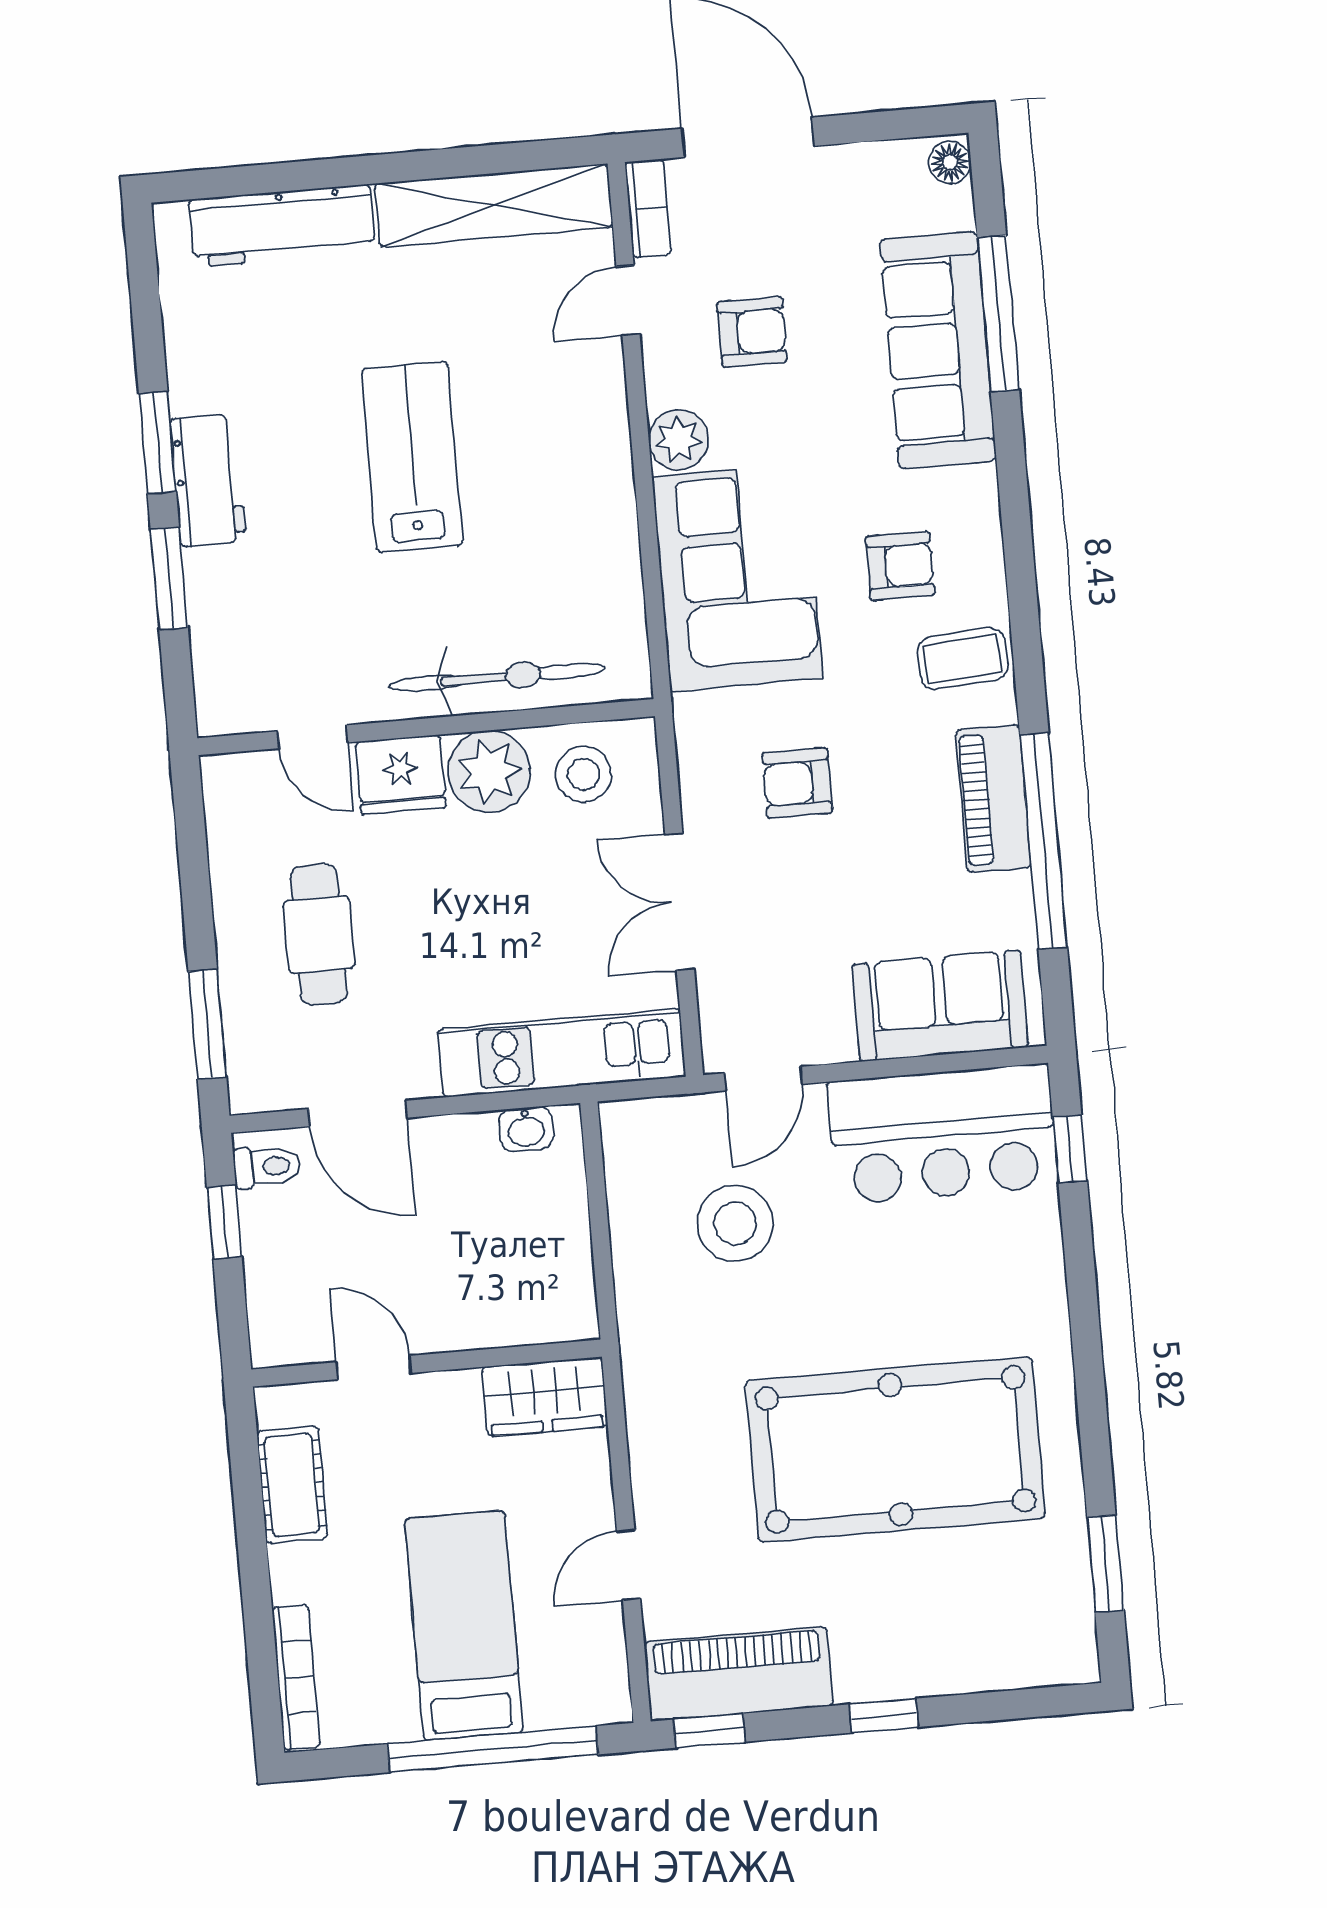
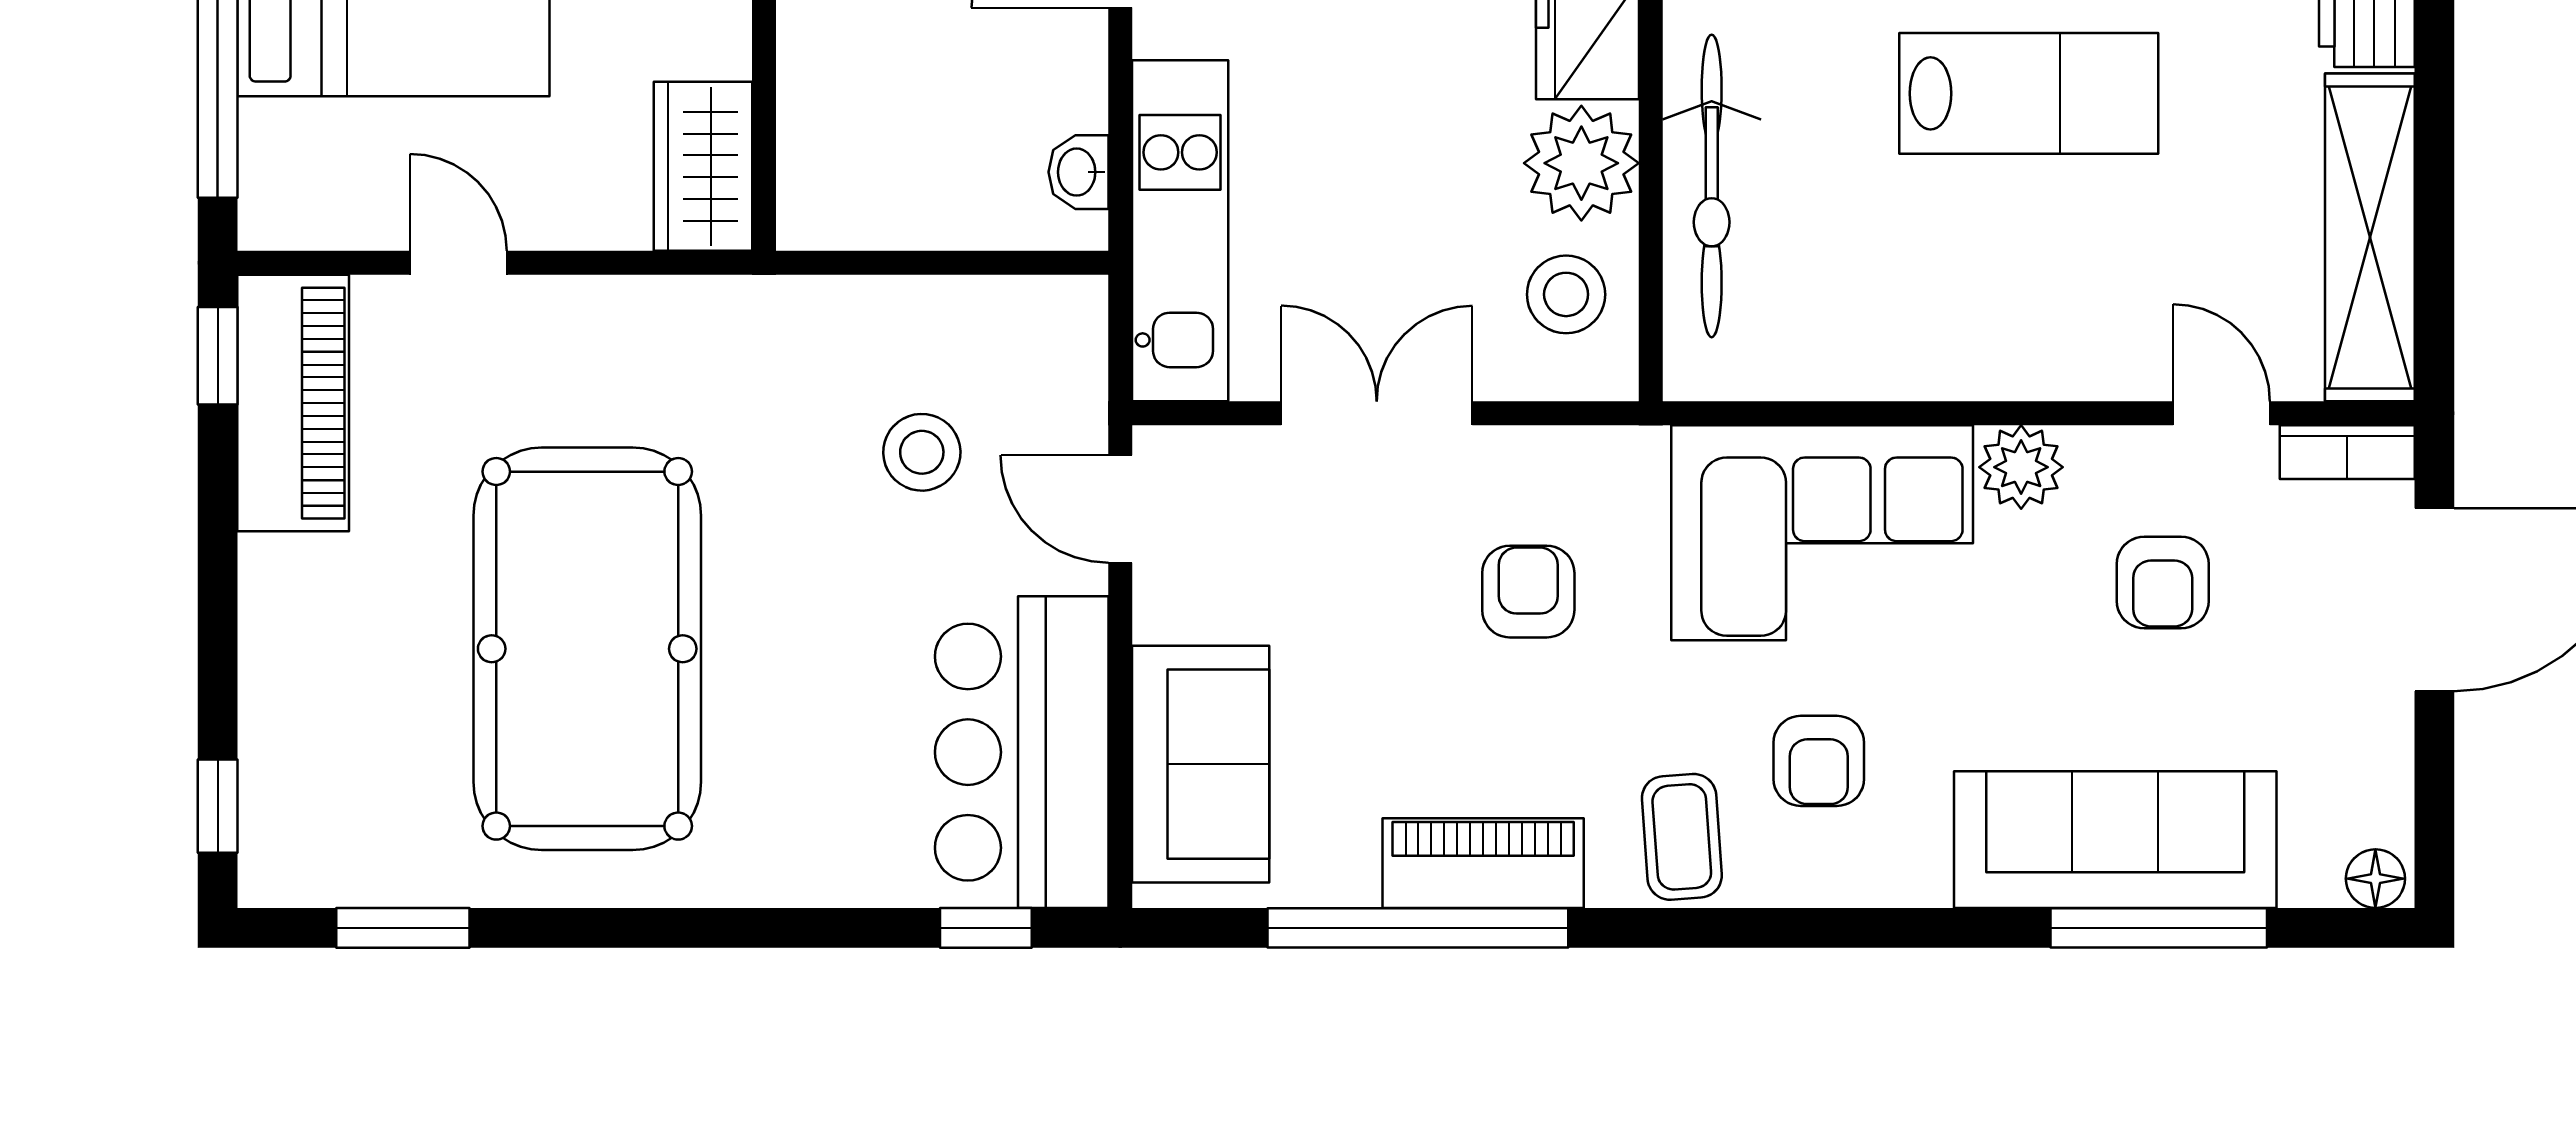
stool: (735, 1223) -> (922, 452), width x0.73, depth x0.73
window: (884, 1716) -> (218, 806), moved

